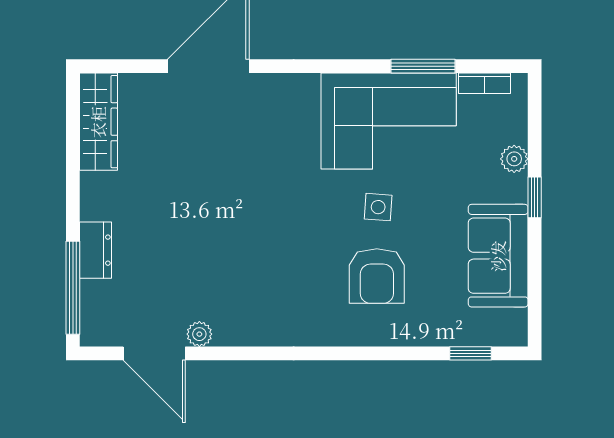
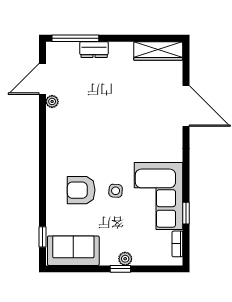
window: (423, 66) -> (186, 213), width x0.67
plant: (514, 159) -> (125, 259), moved
sofa: (498, 256) -> (73, 251), moved

